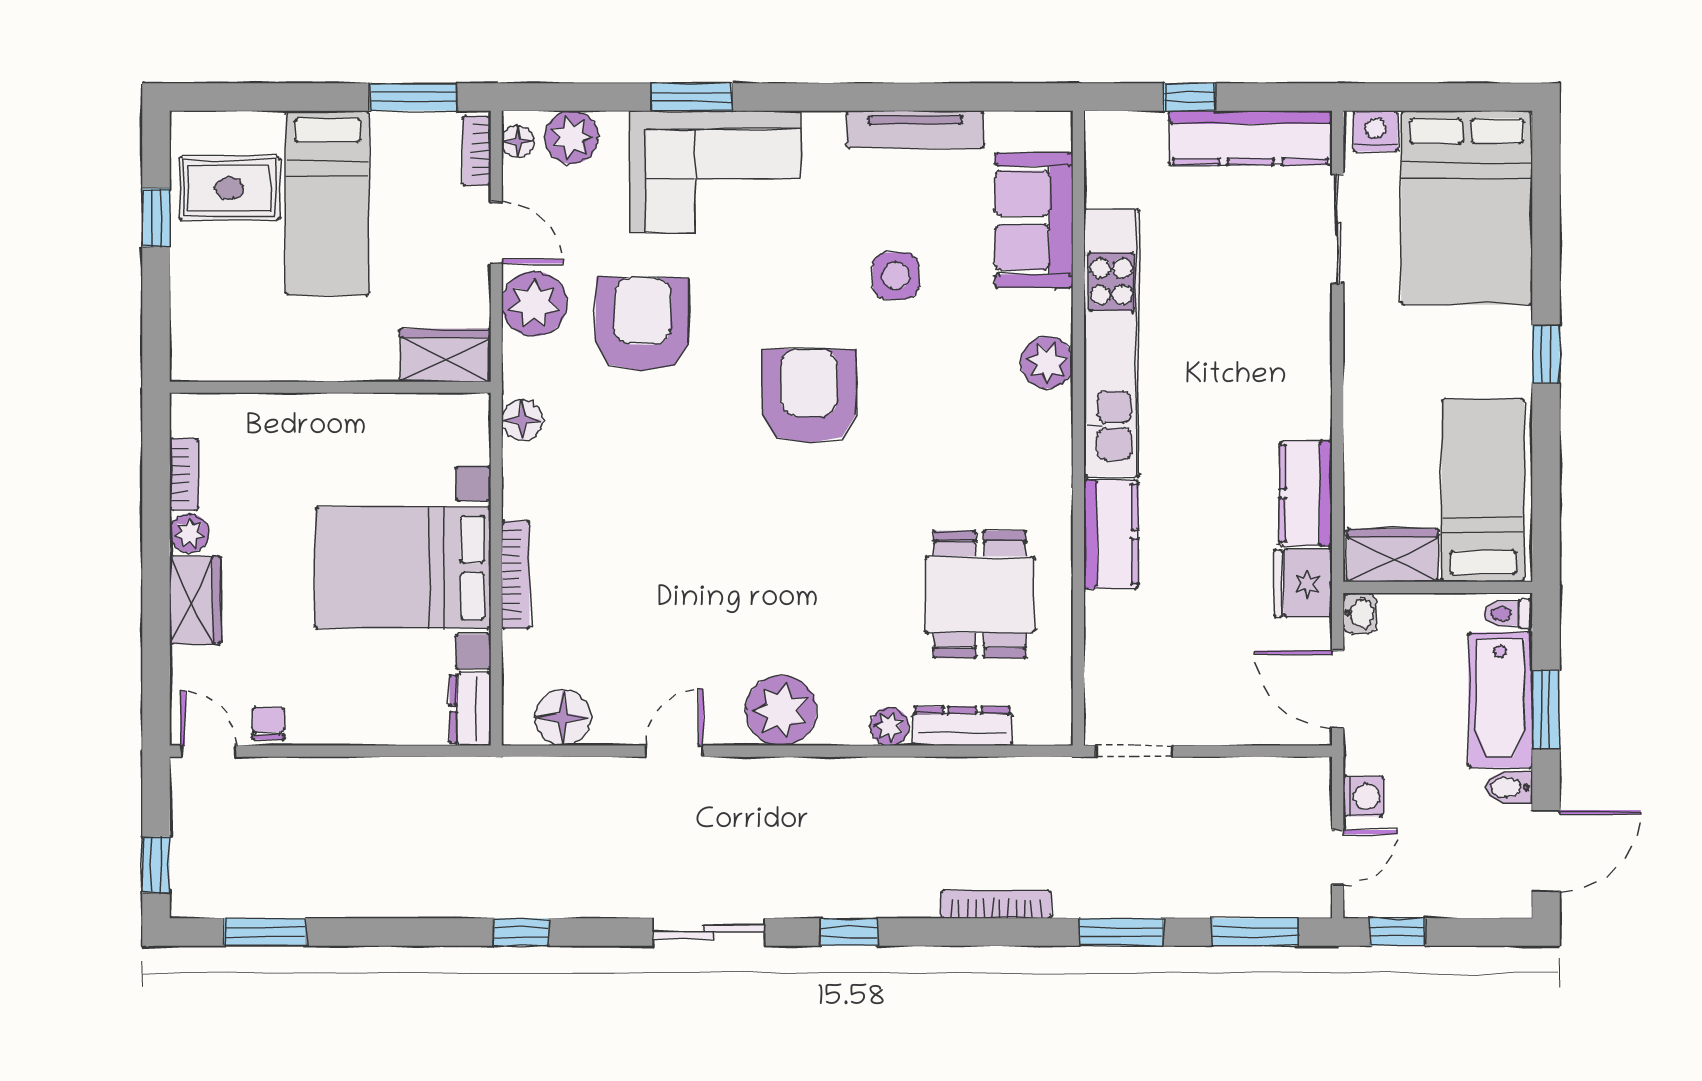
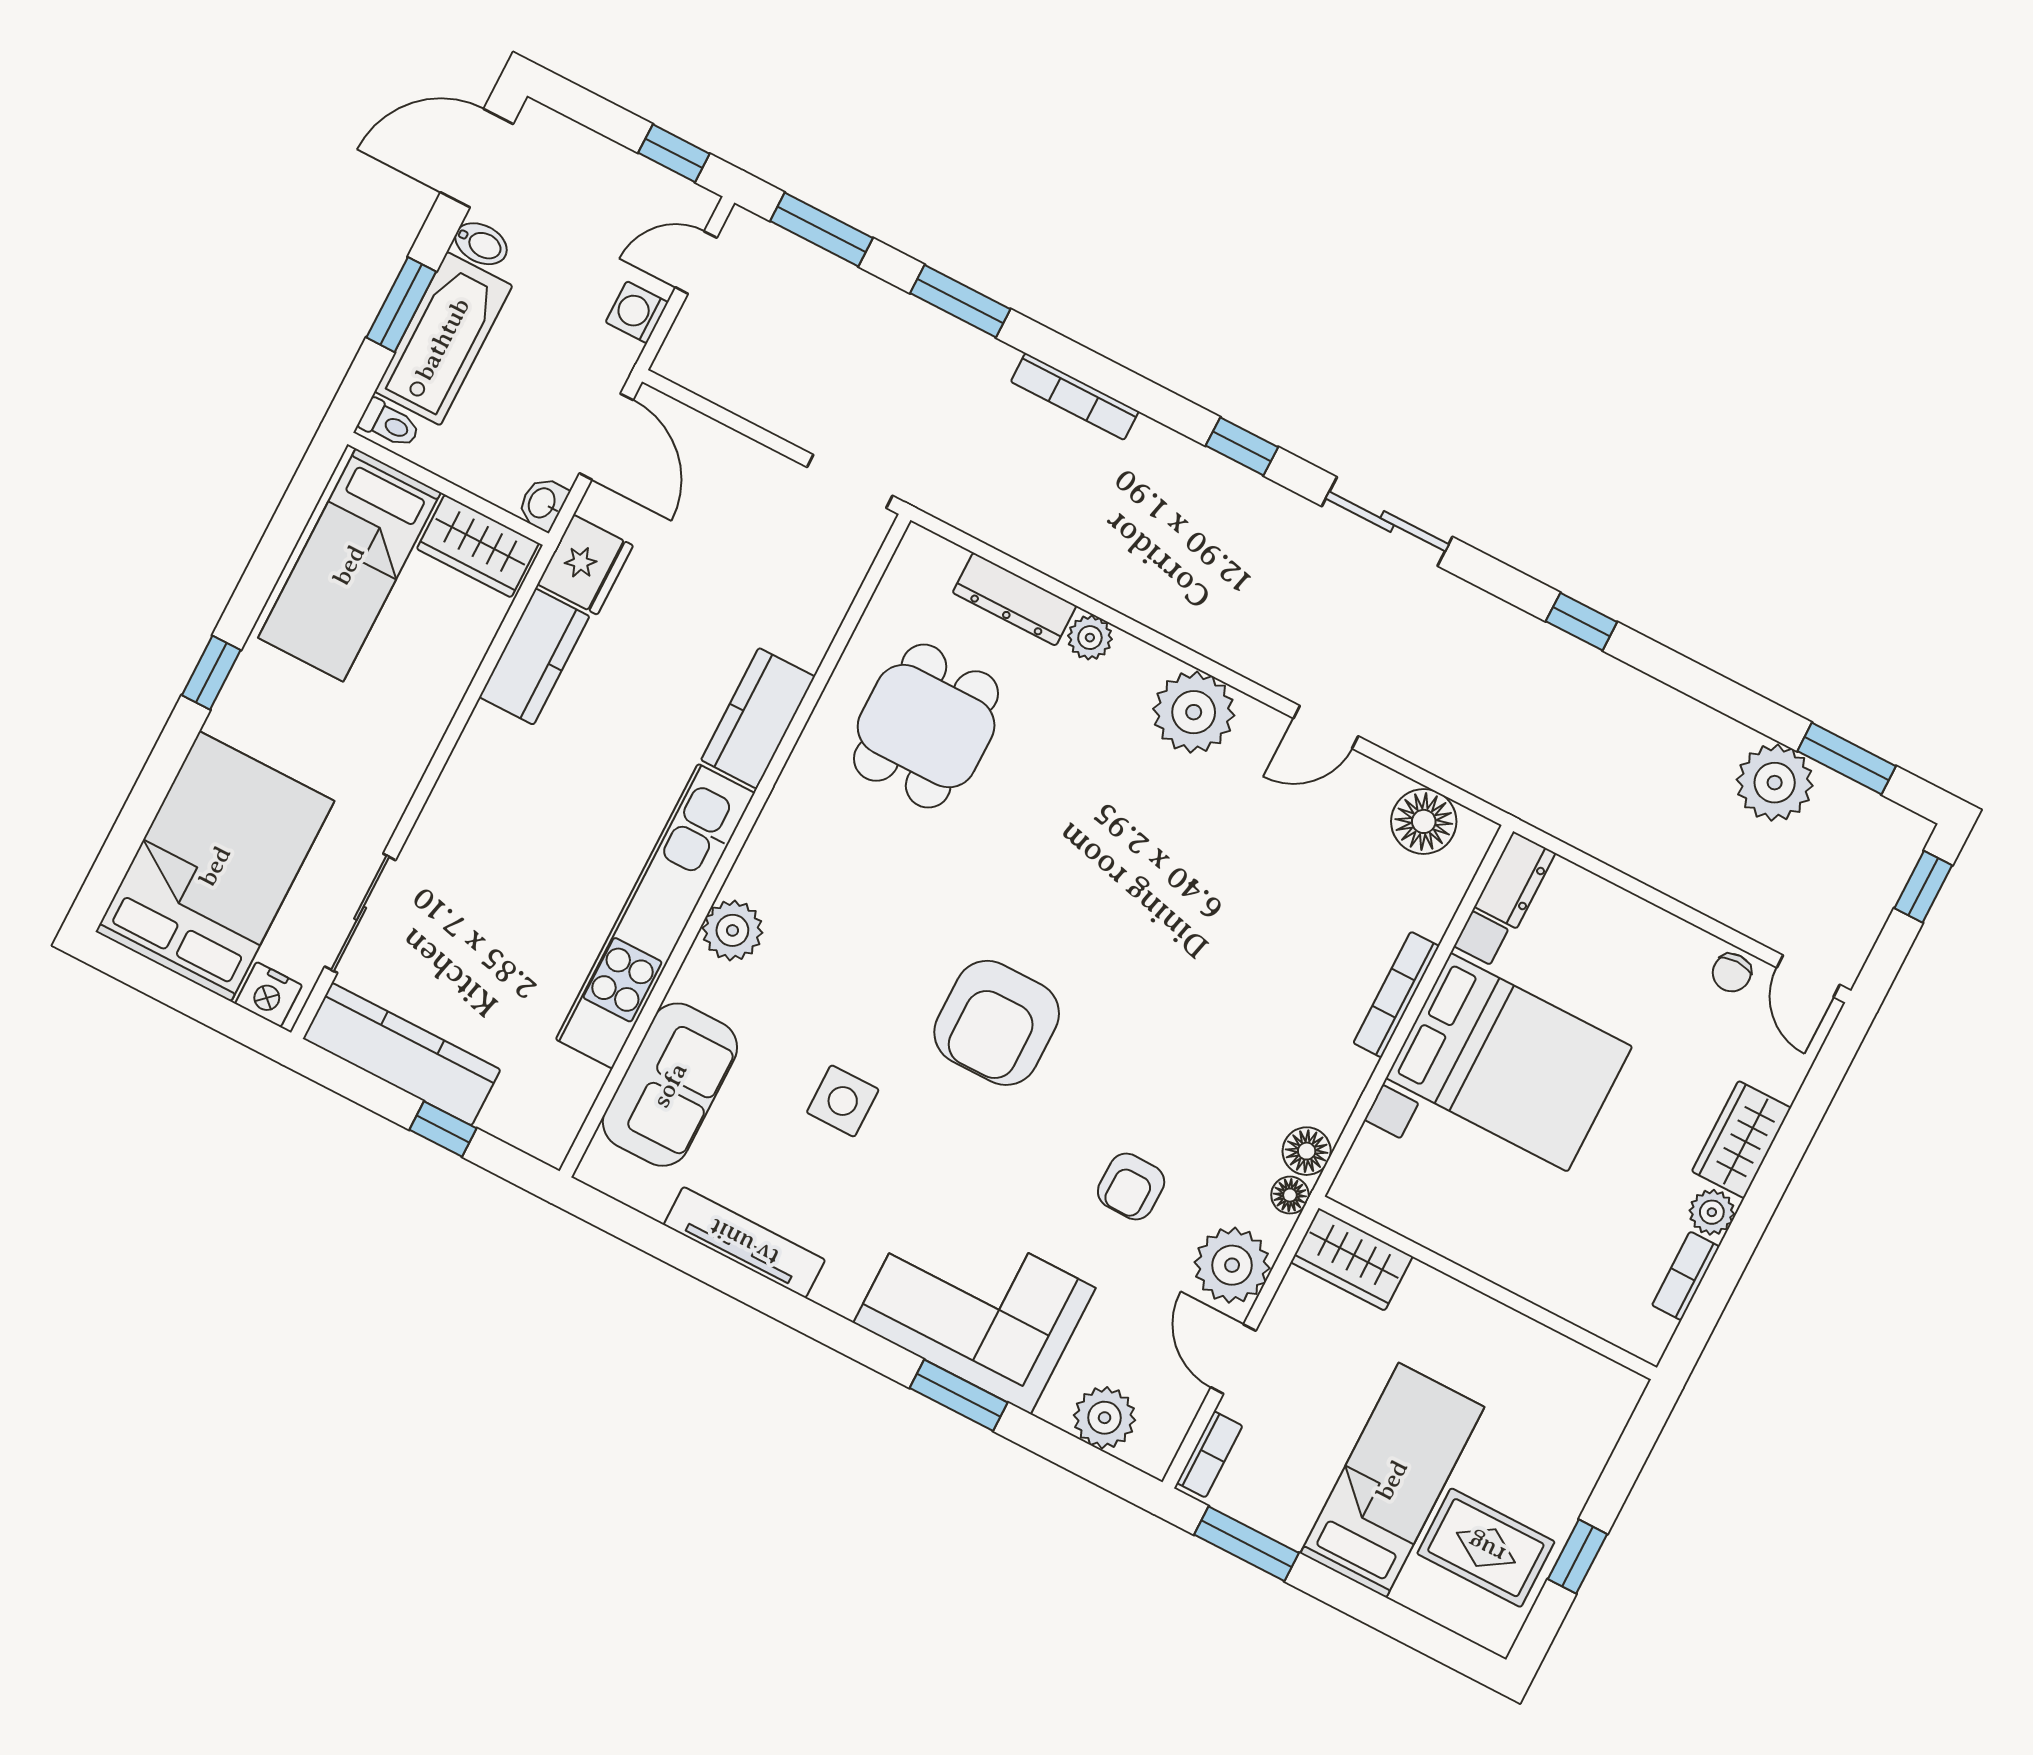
floor lamp: (518, 141) -> (1290, 1195), moved
armchair: (642, 324) -> (1131, 1187), width x0.53, depth x0.53
plant: (310, 885) -> (1775, 783), added

